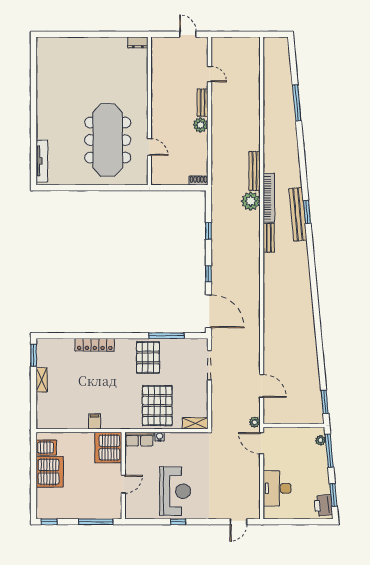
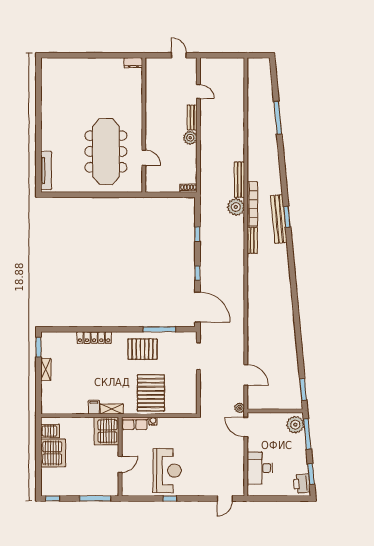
pallet: (148, 357) -> (143, 349), turned 90
shelving: (195, 423) -> (112, 409), moved
plant: (321, 440) -> (295, 425), width x1.88, depth x1.88

